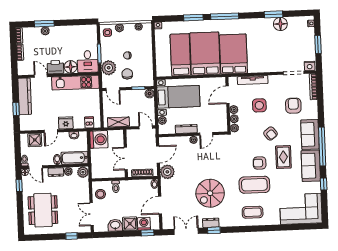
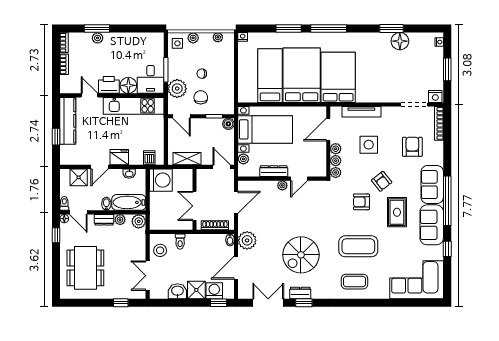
armchair: (260, 163) -> (361, 202), moved
plant: (167, 172) -> (247, 240), moved

